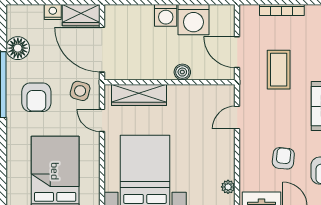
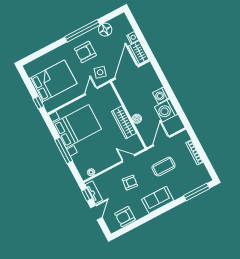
wardrobe: (139, 95) -> (124, 122), moved
armchair: (283, 158) -> (130, 183), moved

